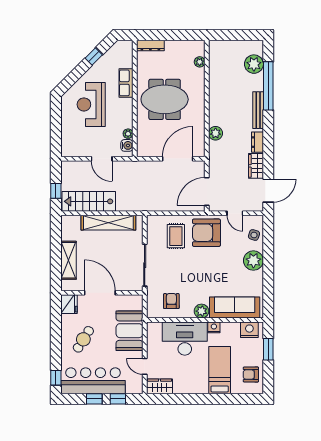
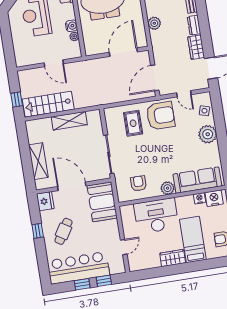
water cooler: (127, 145) -> (72, 26), moved
shelving: (108, 223) -> (69, 121), width x0.68
armchair: (206, 233) -> (161, 116), turned 180
nightstand: (214, 327) -> (199, 198), moved
booth: (129, 331) -> (102, 202), moved
door: (145, 366) -> (124, 247), swing flipped
window: (56, 378) -> (38, 231), moved
wardrobe: (160, 386) -> (173, 258), moved

